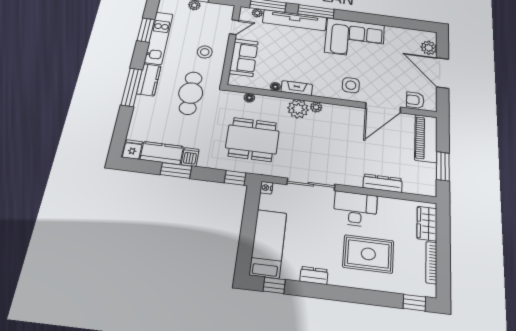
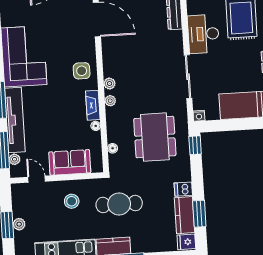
side table: (351, 85) -> (82, 71), moved
plant: (298, 109) -> (110, 101), width x0.53, depth x0.53
window: (176, 170) -> (199, 214), moved

